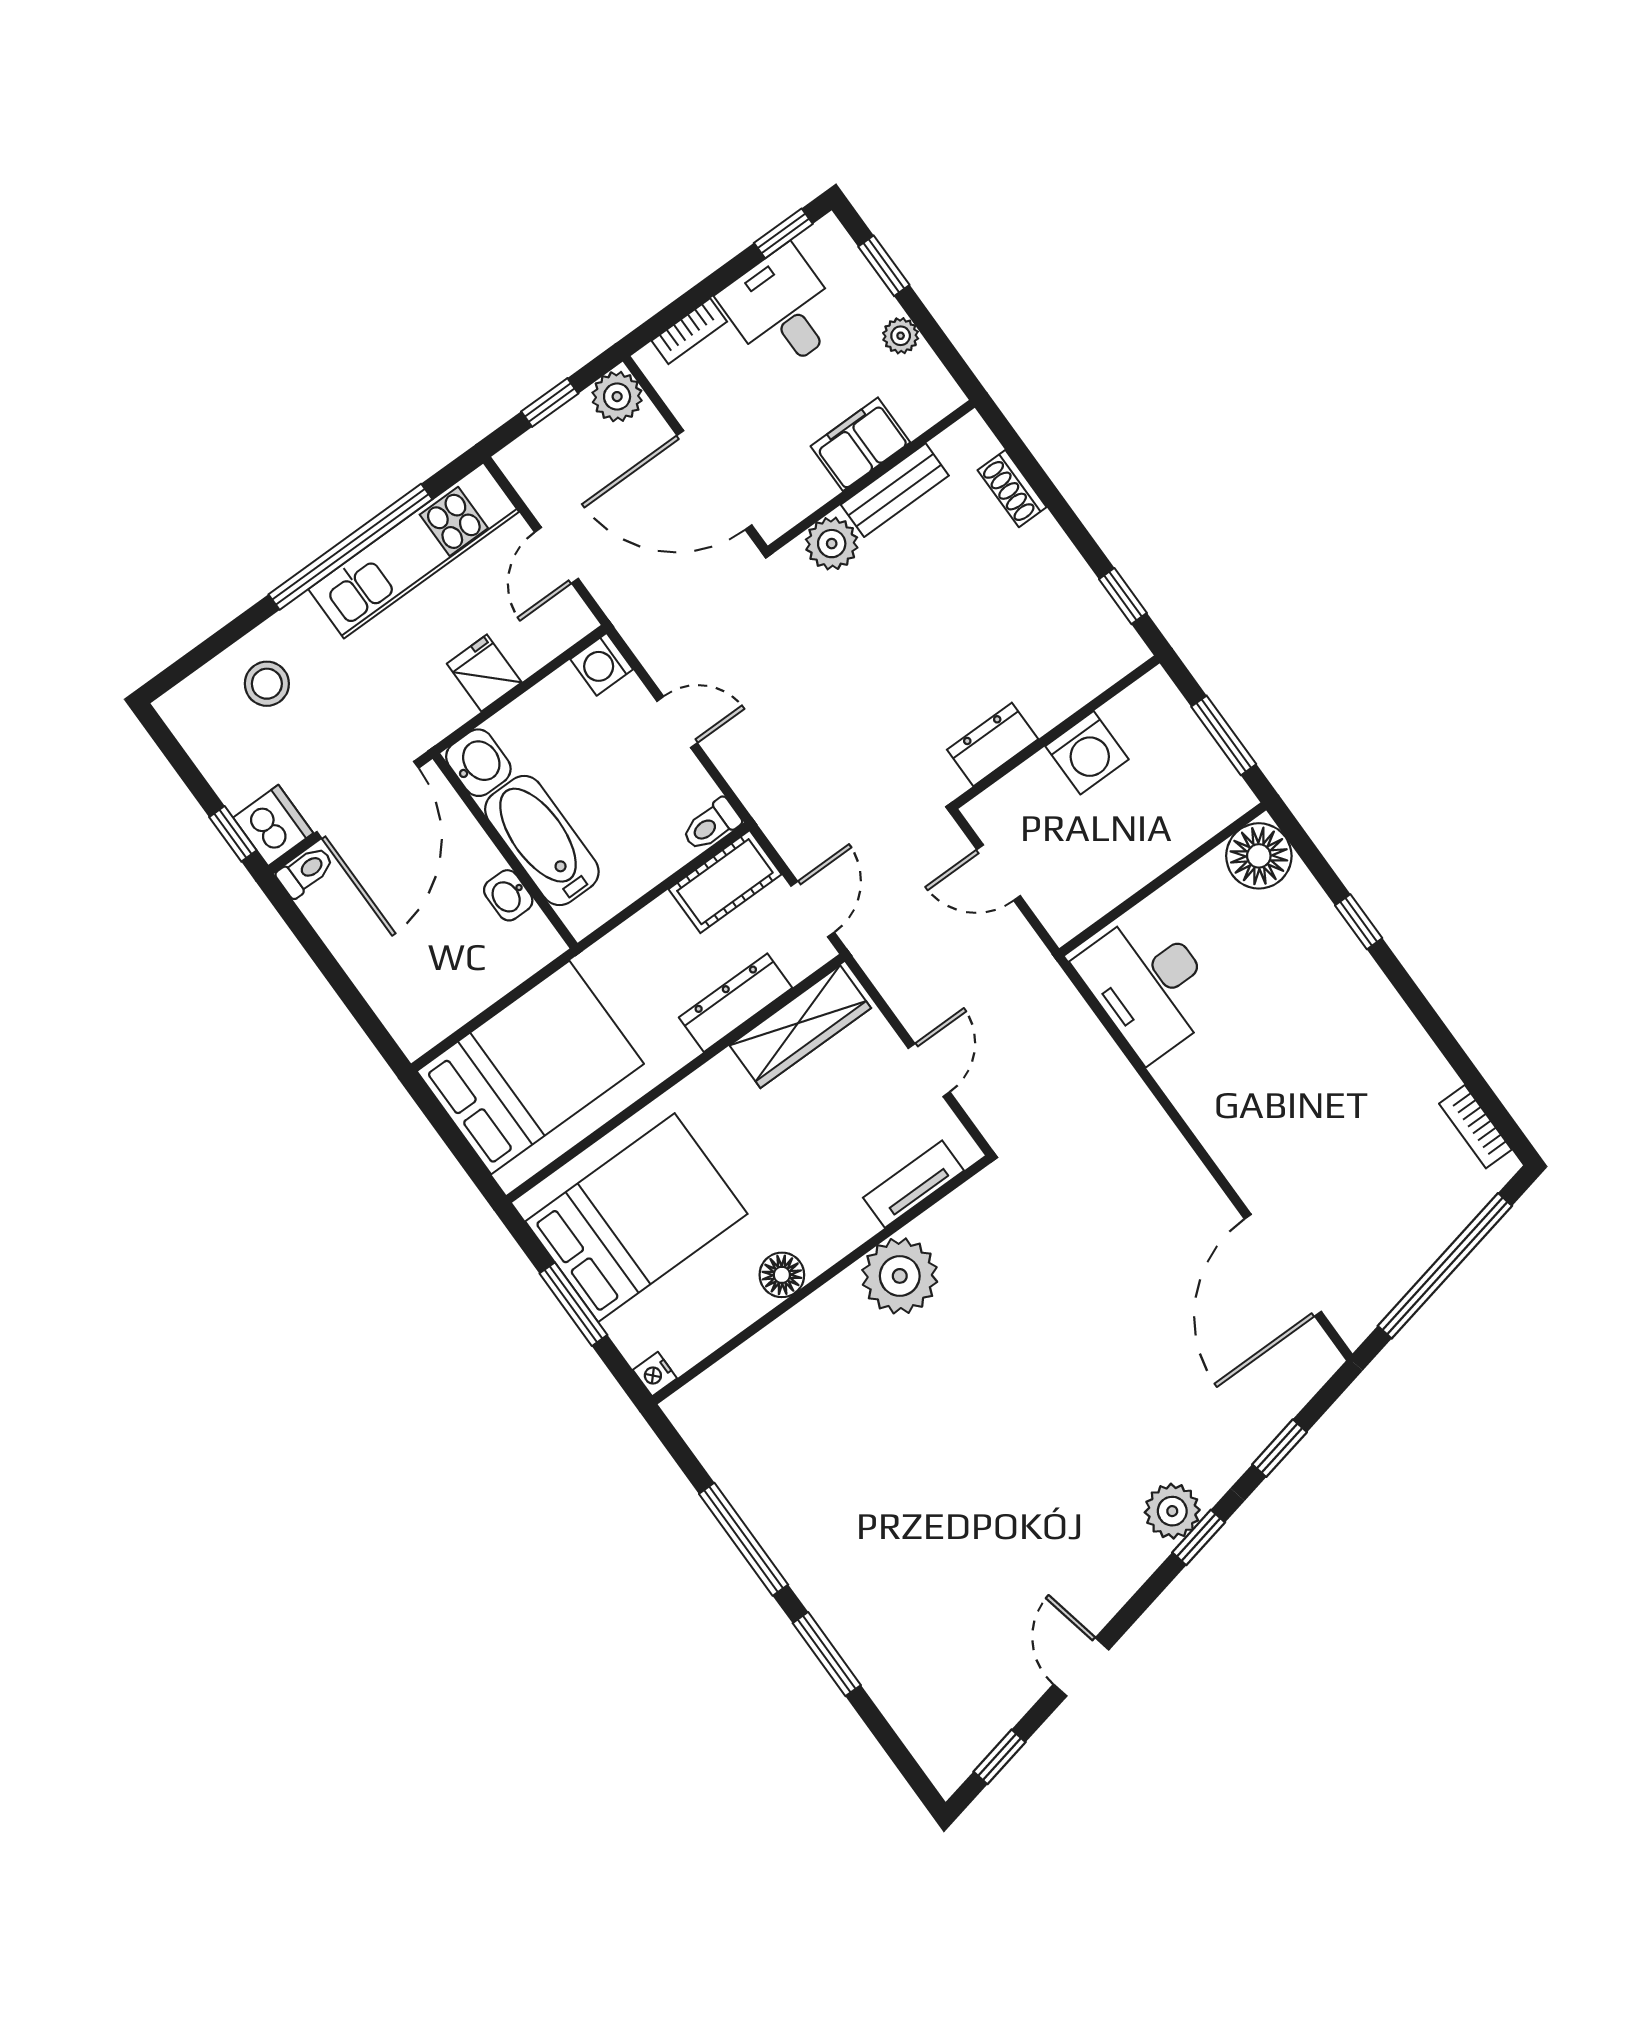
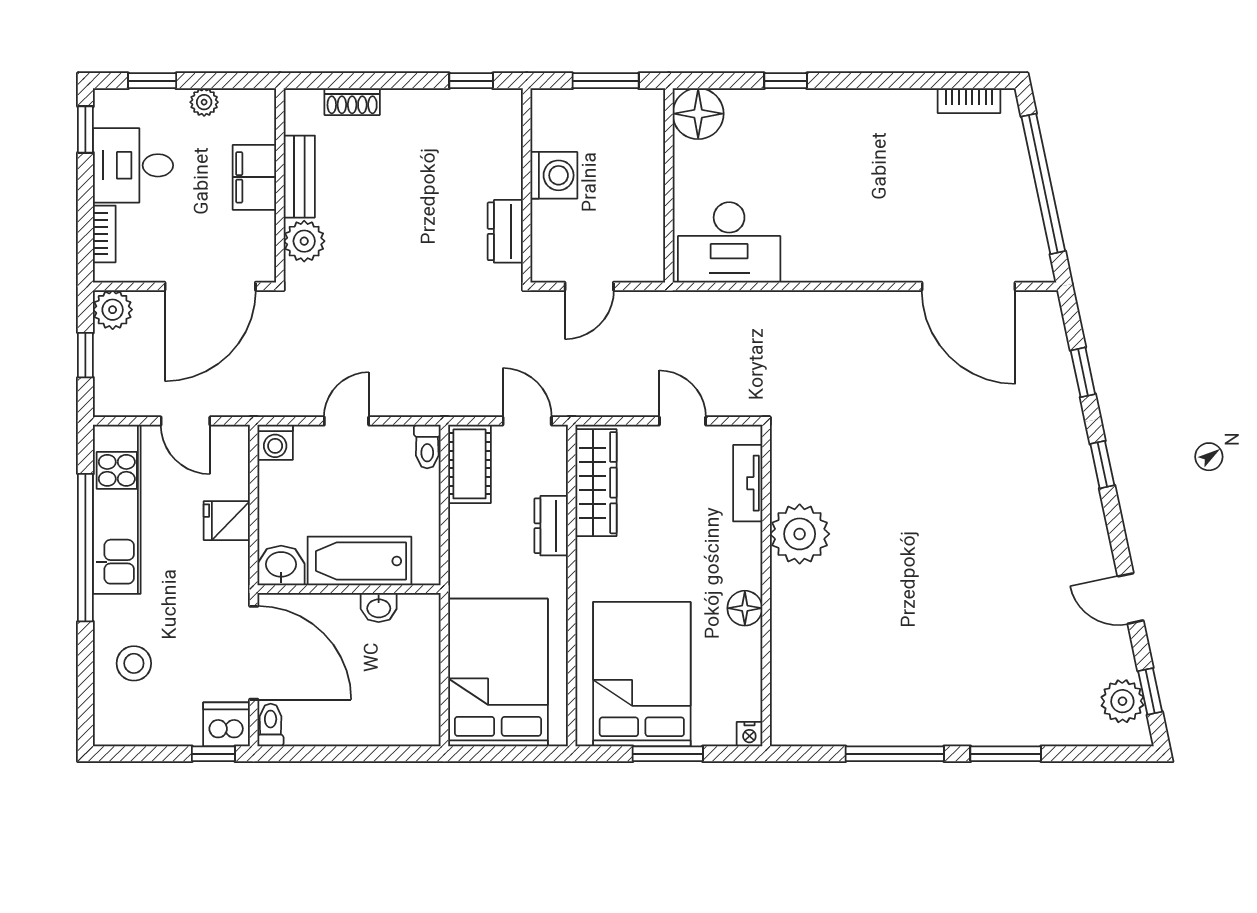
dresser: (736, 1003) -> (551, 526), width x0.70
plant: (1172, 1511) -> (1122, 701), moved

